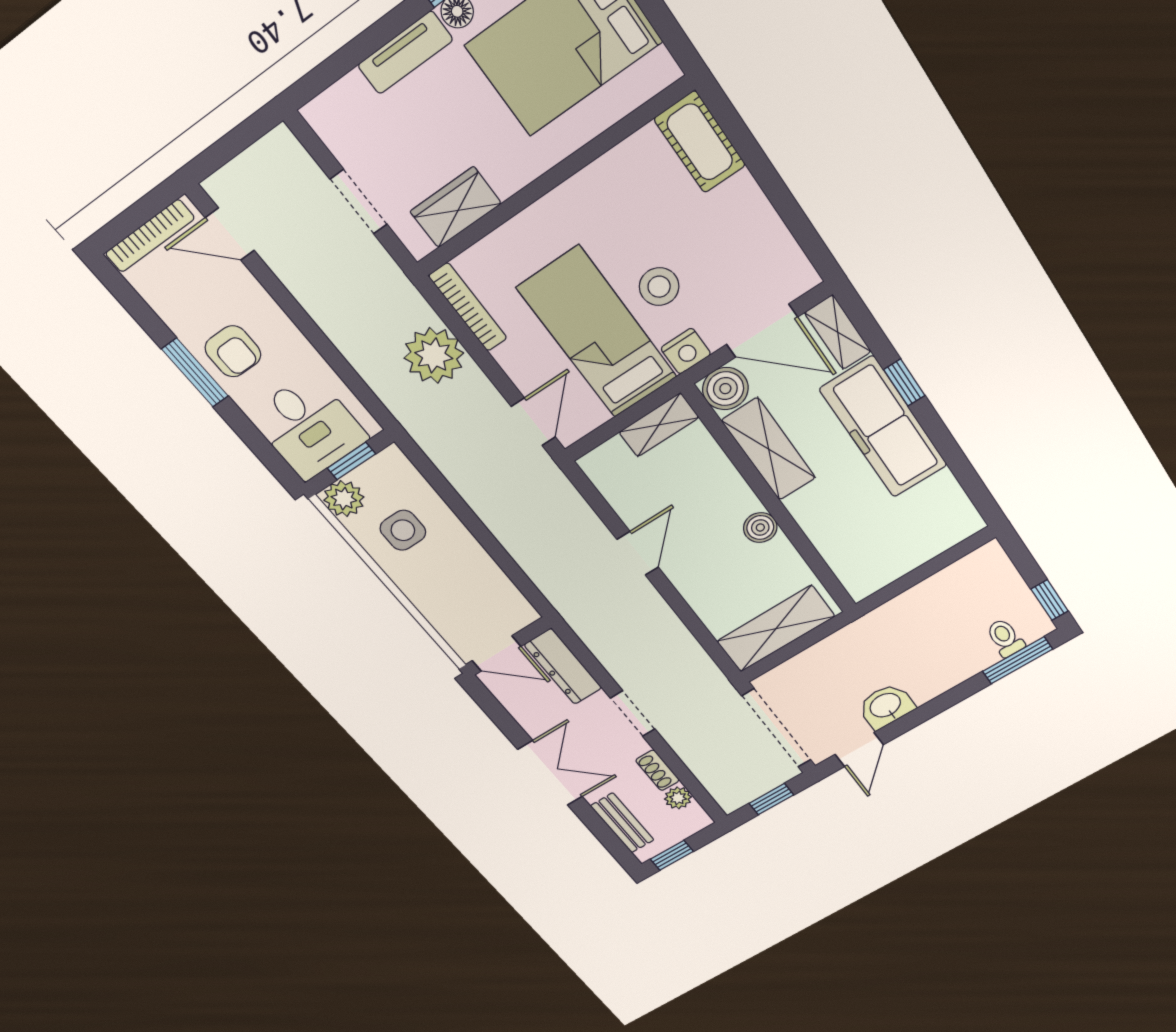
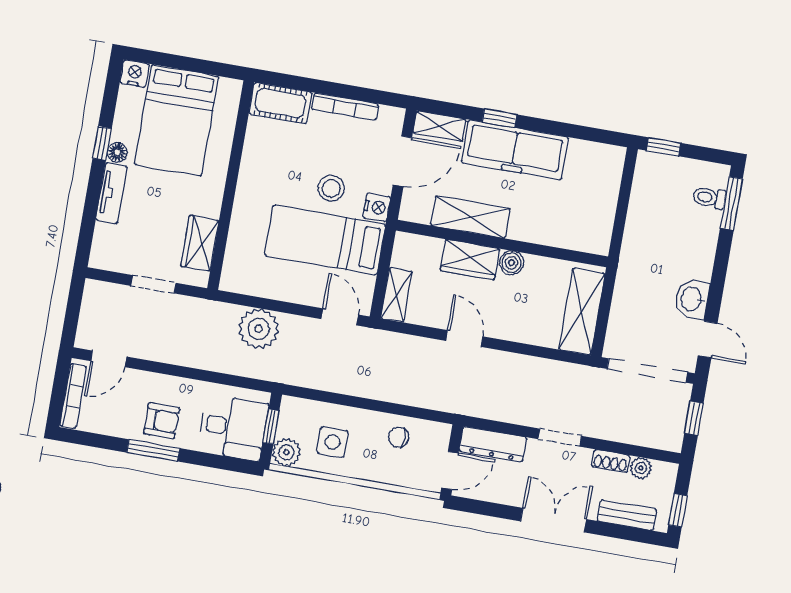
bookcase: (468, 307) -> (345, 107), moved, turned 180
boiler: (725, 389) -> (416, 207), removed
shelving: (659, 425) -> (396, 295), moved
wardrobe: (724, 488) -> (470, 260), added
chair: (476, 583) -> (399, 437), added
window: (1050, 600) -> (663, 147), moved

